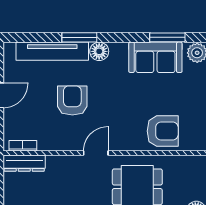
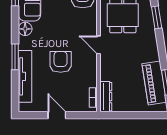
floor lamp: (99, 51) -> (25, 29), moved
armchair: (72, 100) -> (61, 62), turned 90

